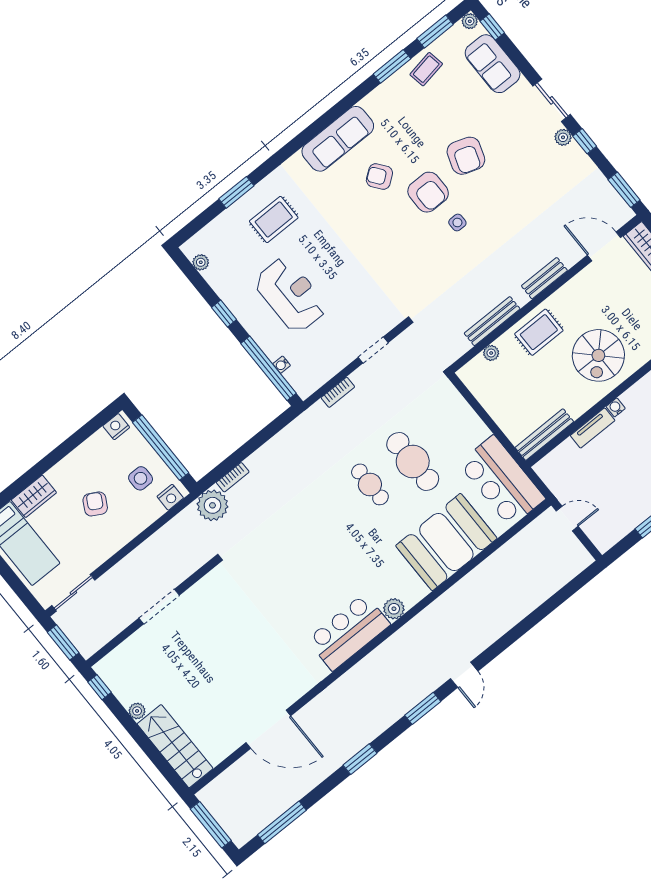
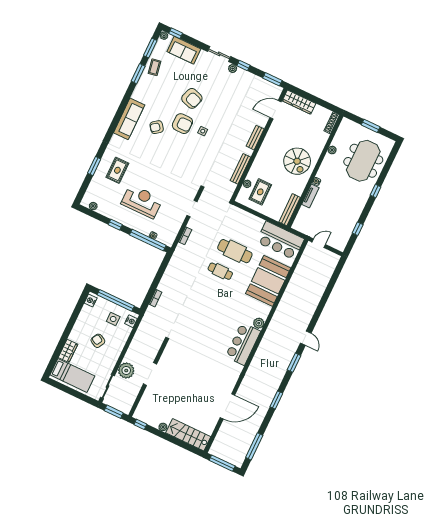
rug: (539, 332) -> (260, 192), moved
plant: (212, 505) -> (126, 370), moved

